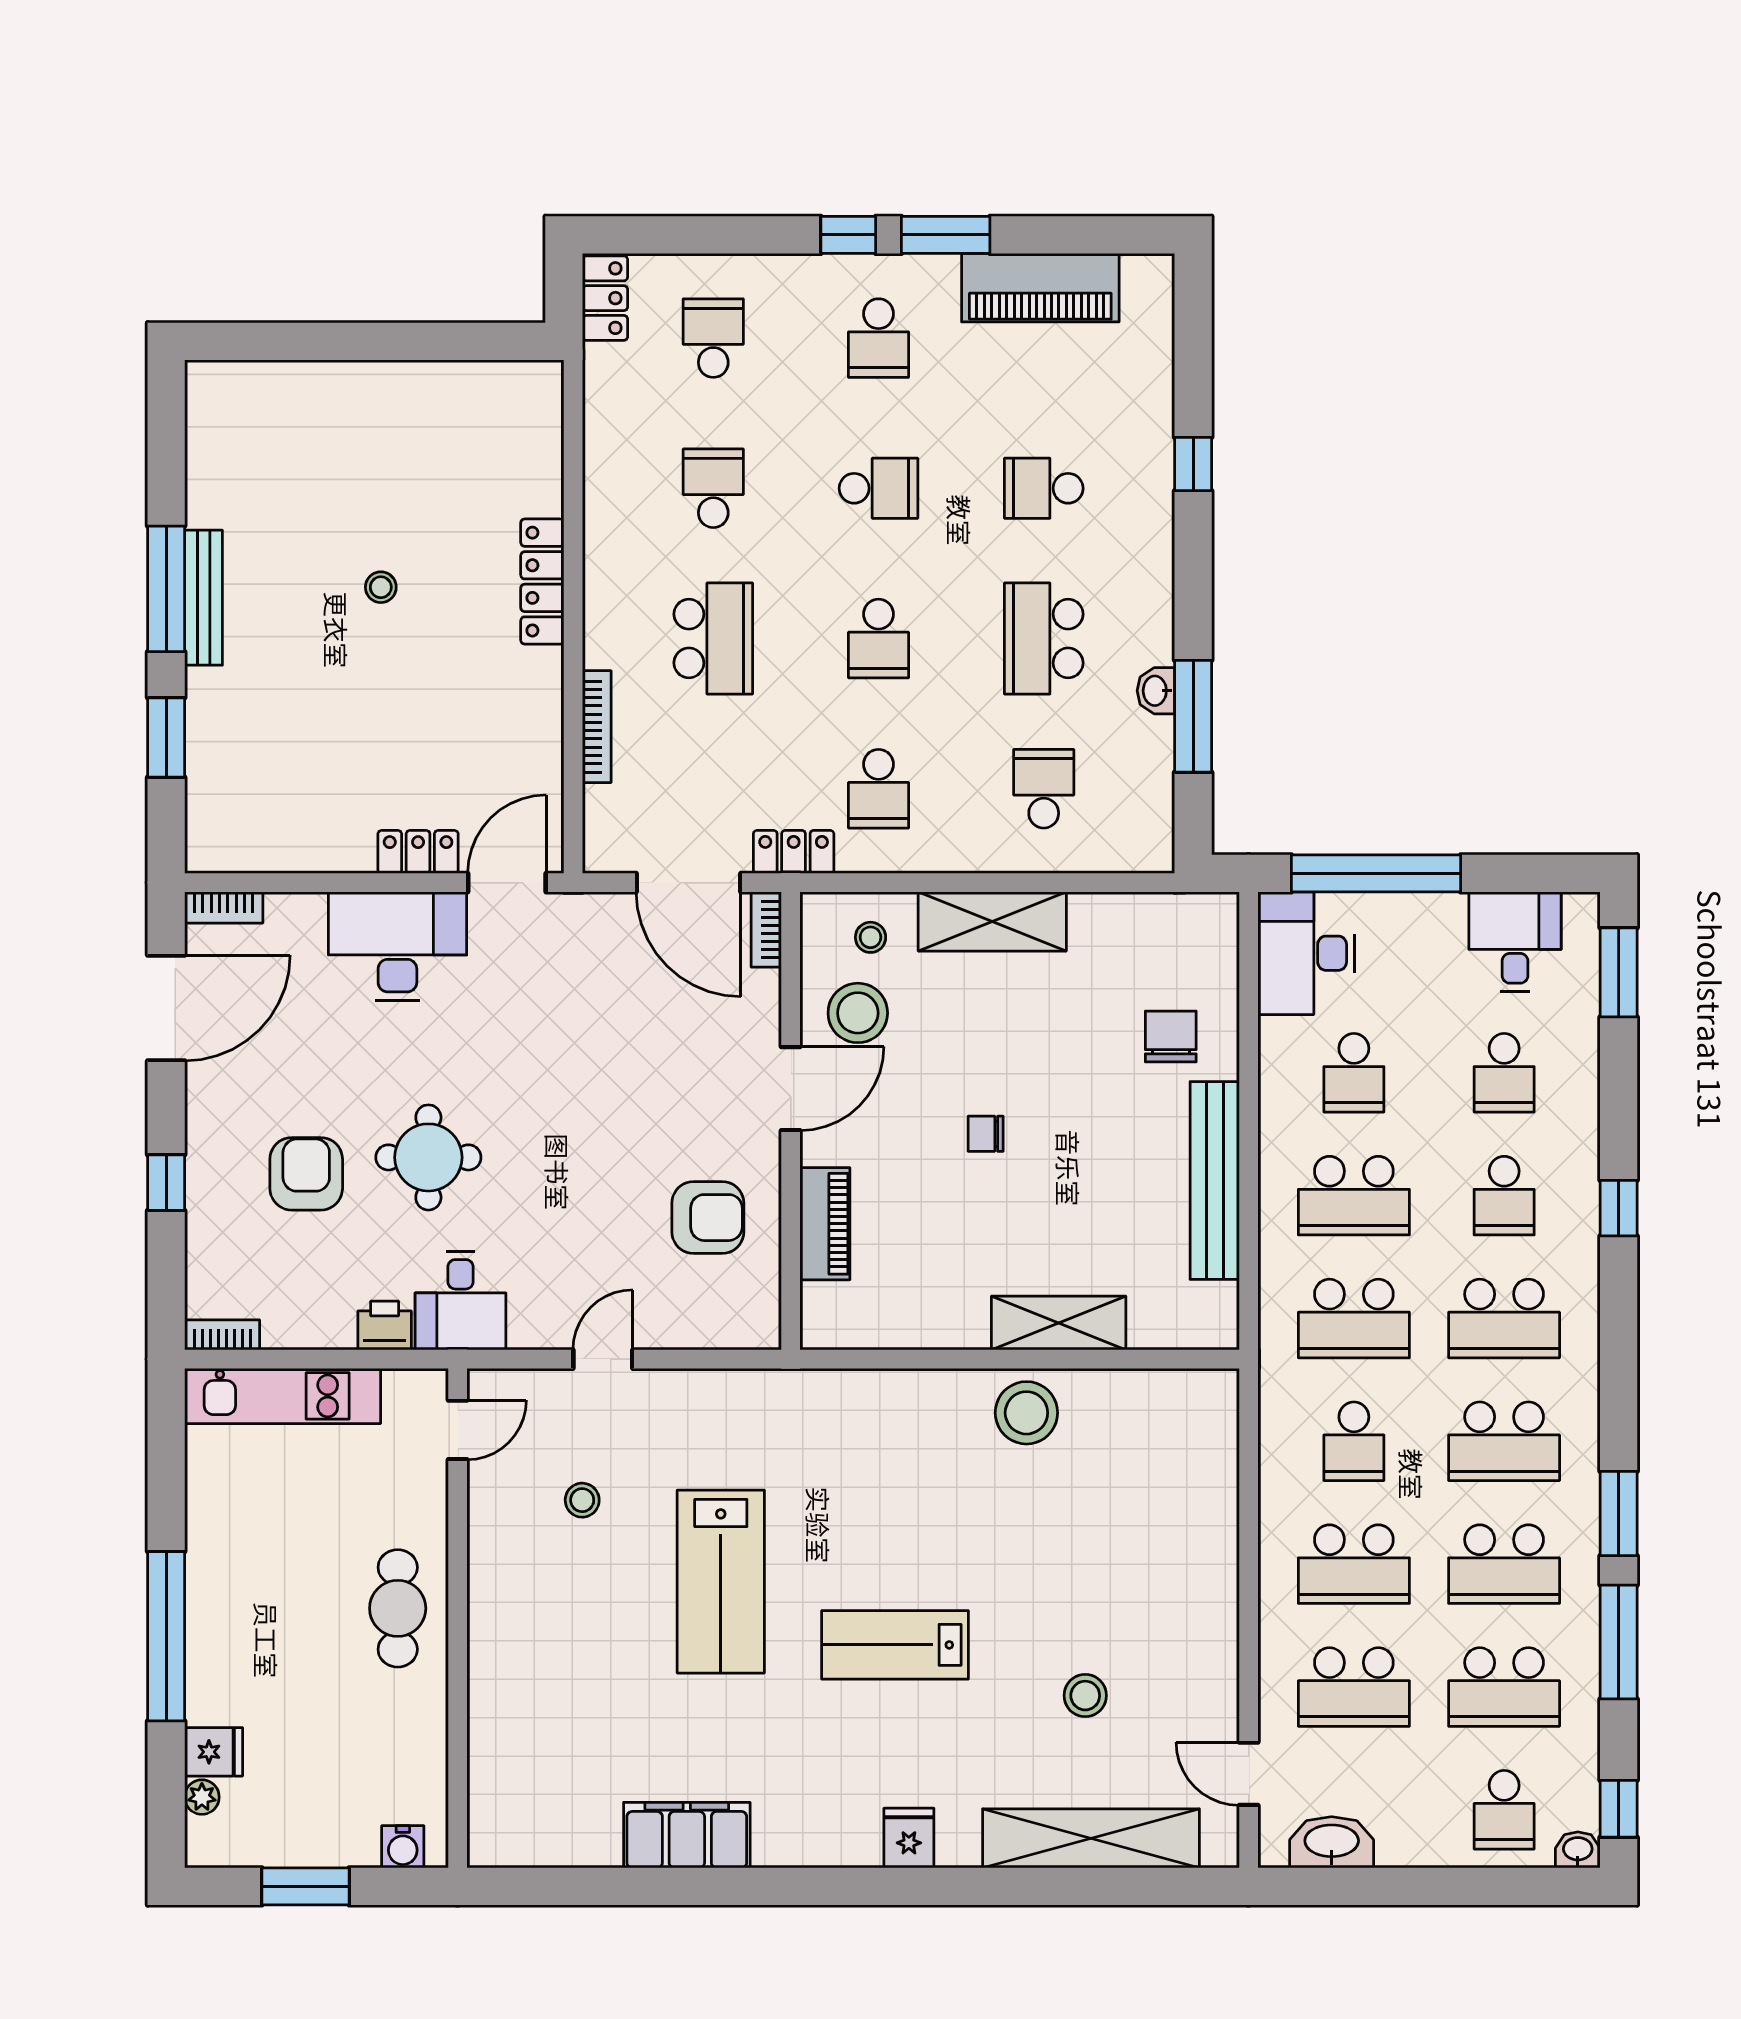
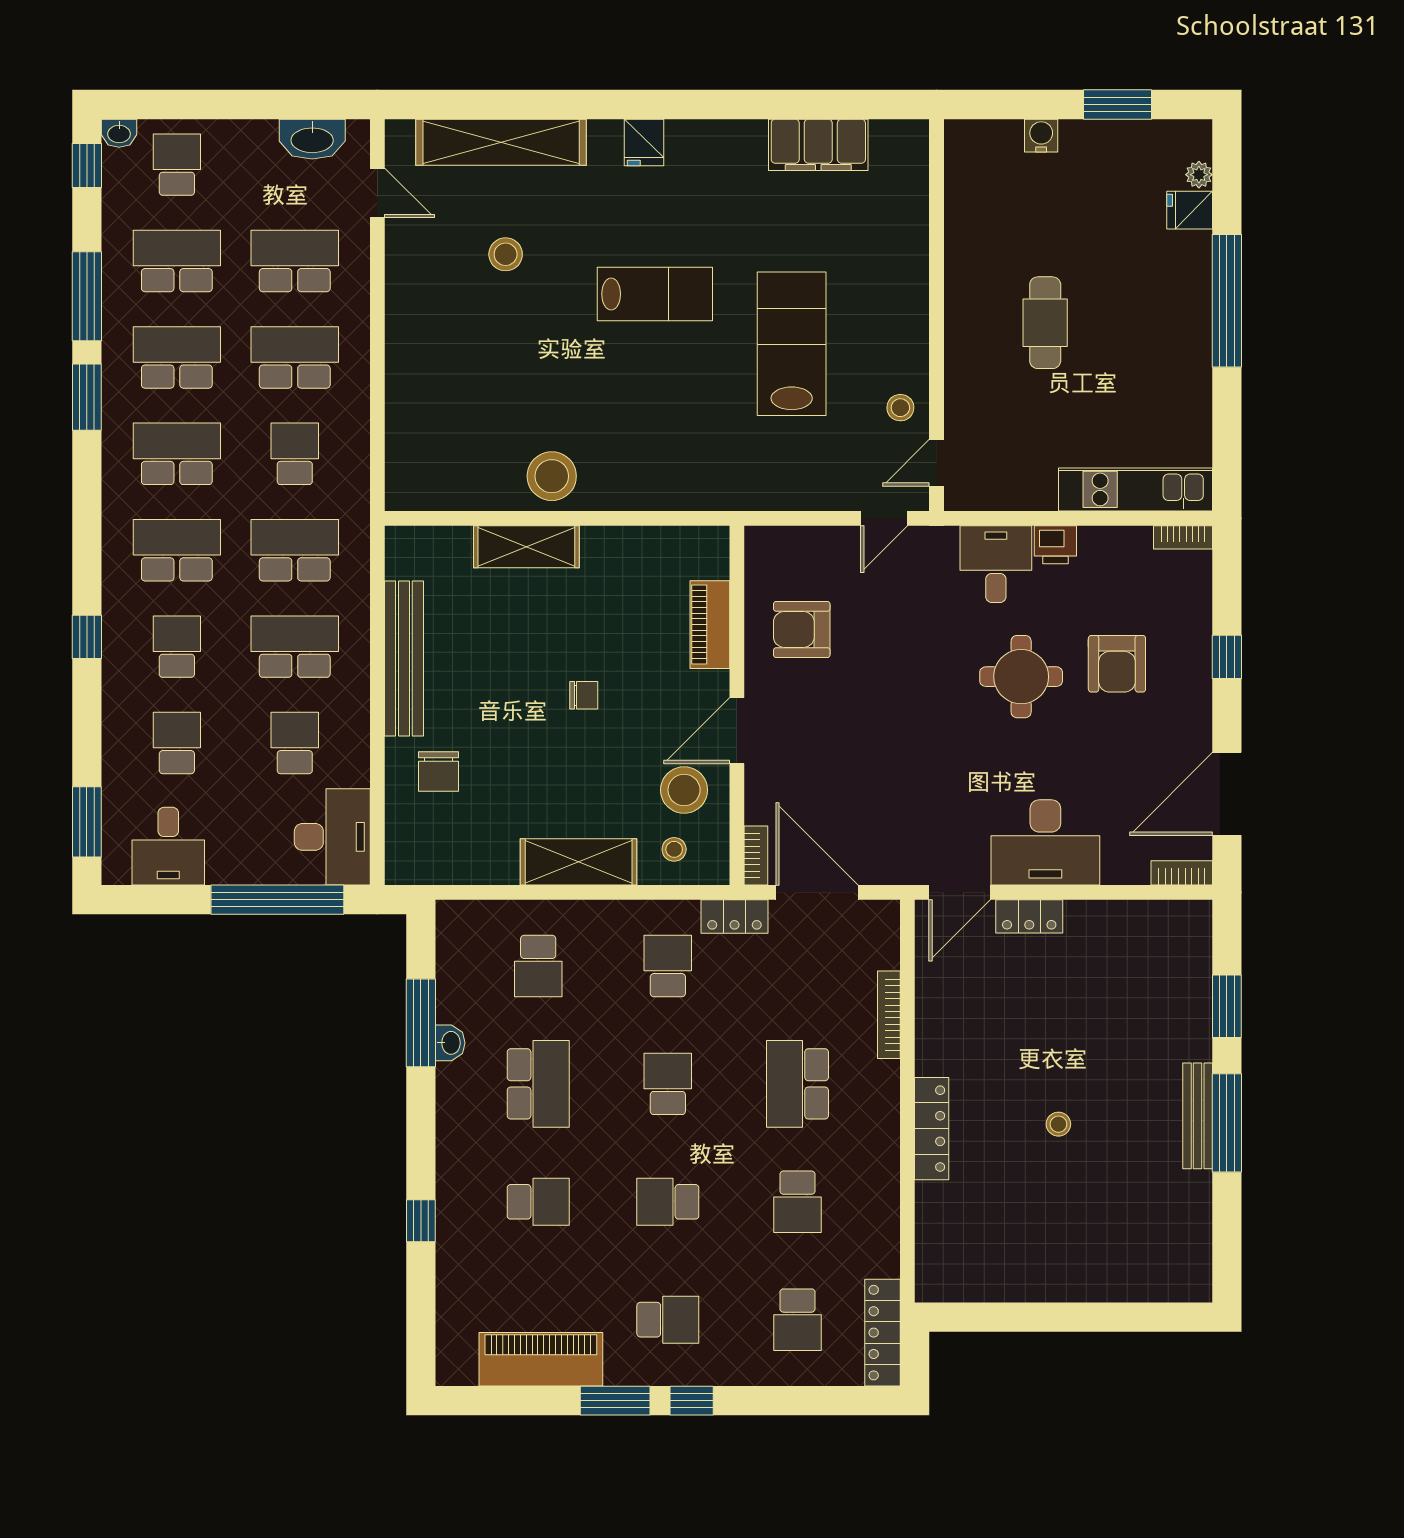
locker: (605, 298) -> (882, 1333), width x1.53
school desk: (878, 338) -> (668, 1320), turned 90
door: (458, 1430) -> (937, 463), moved
wall: (458, 1618) -> (937, 315), moved

